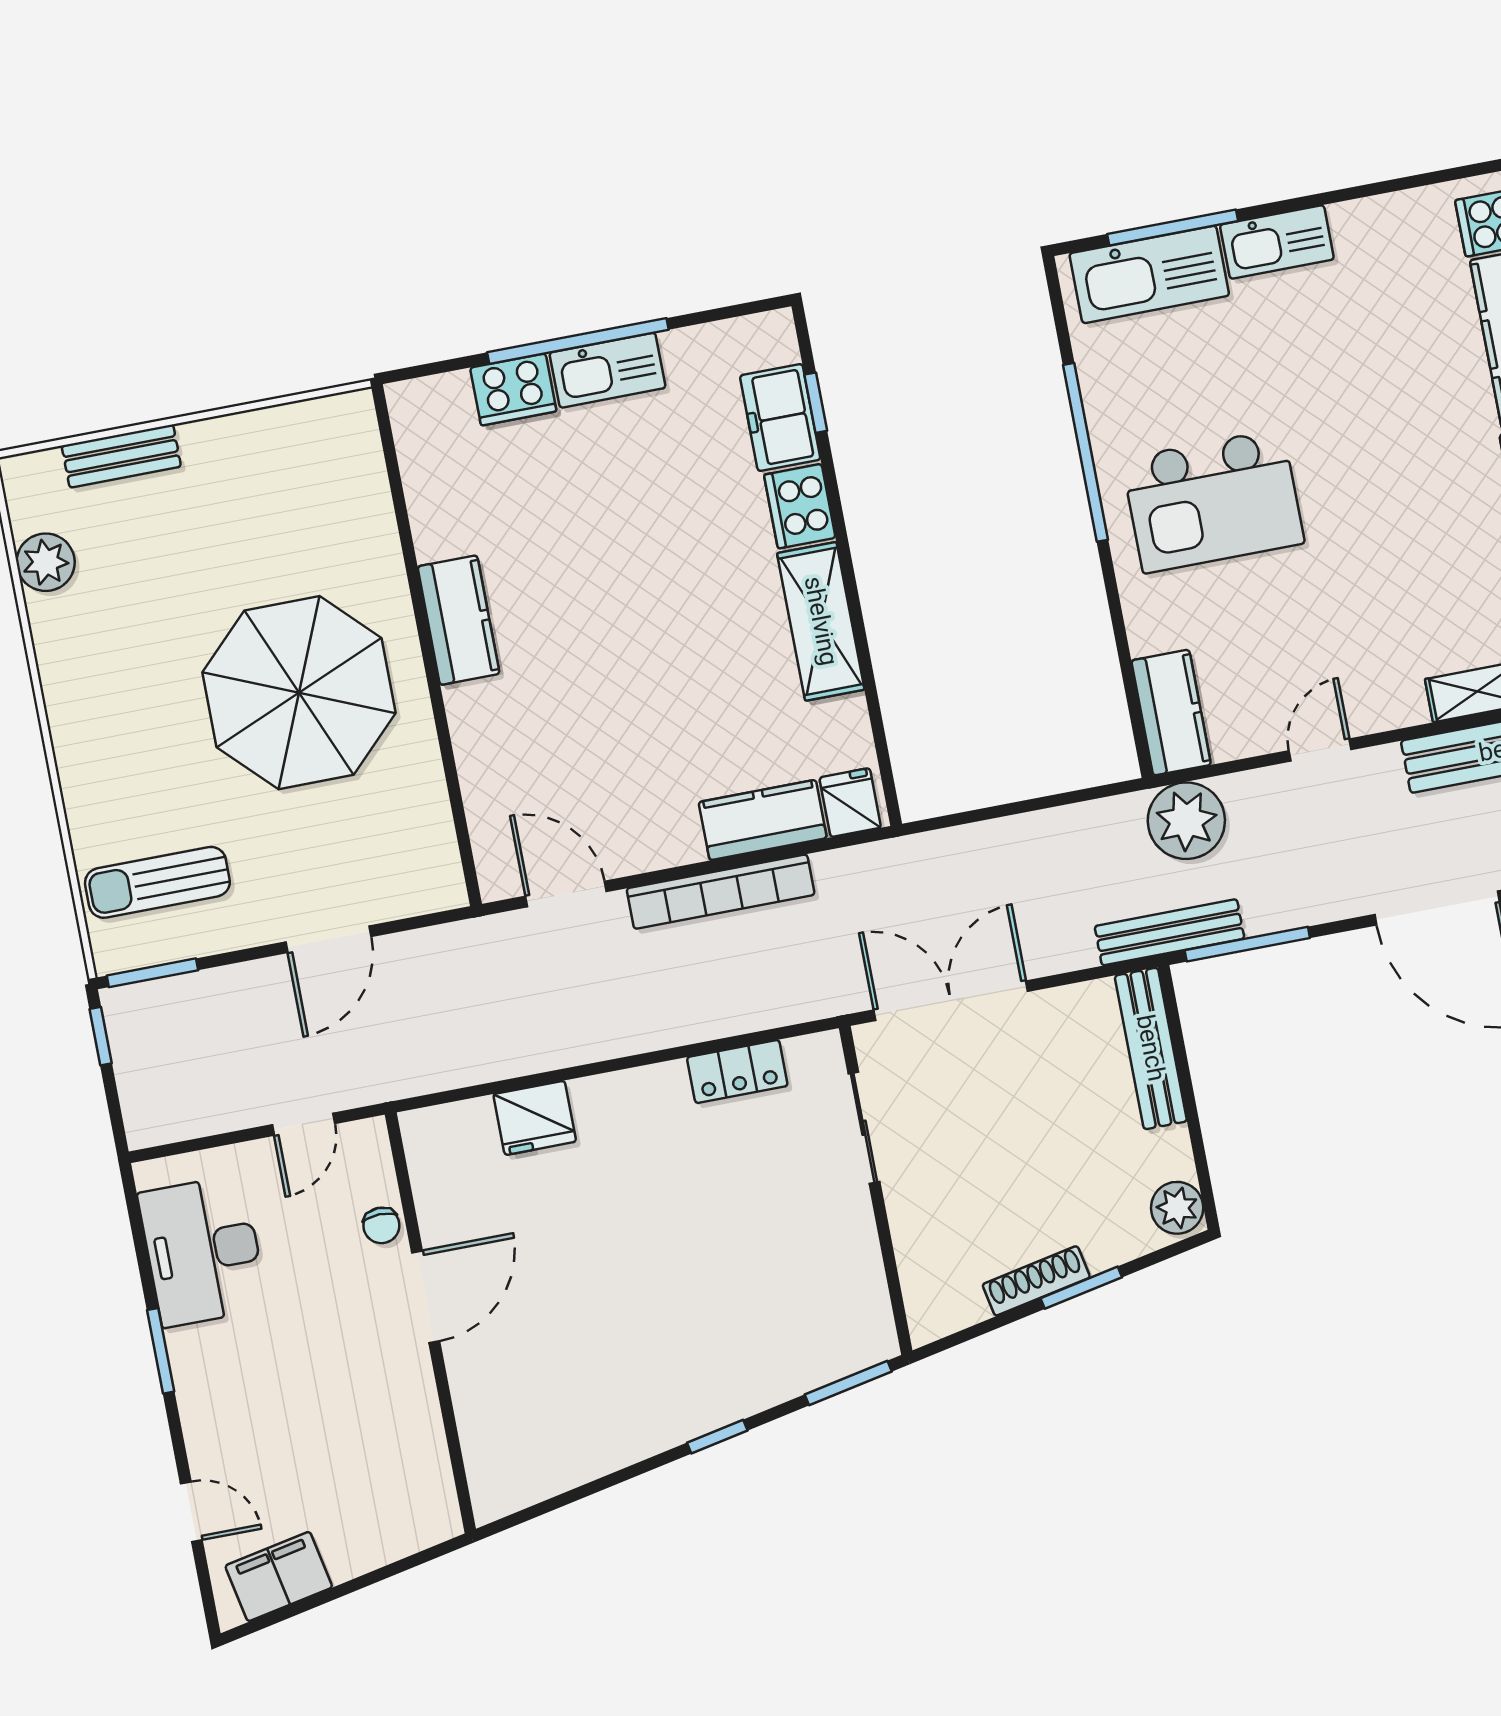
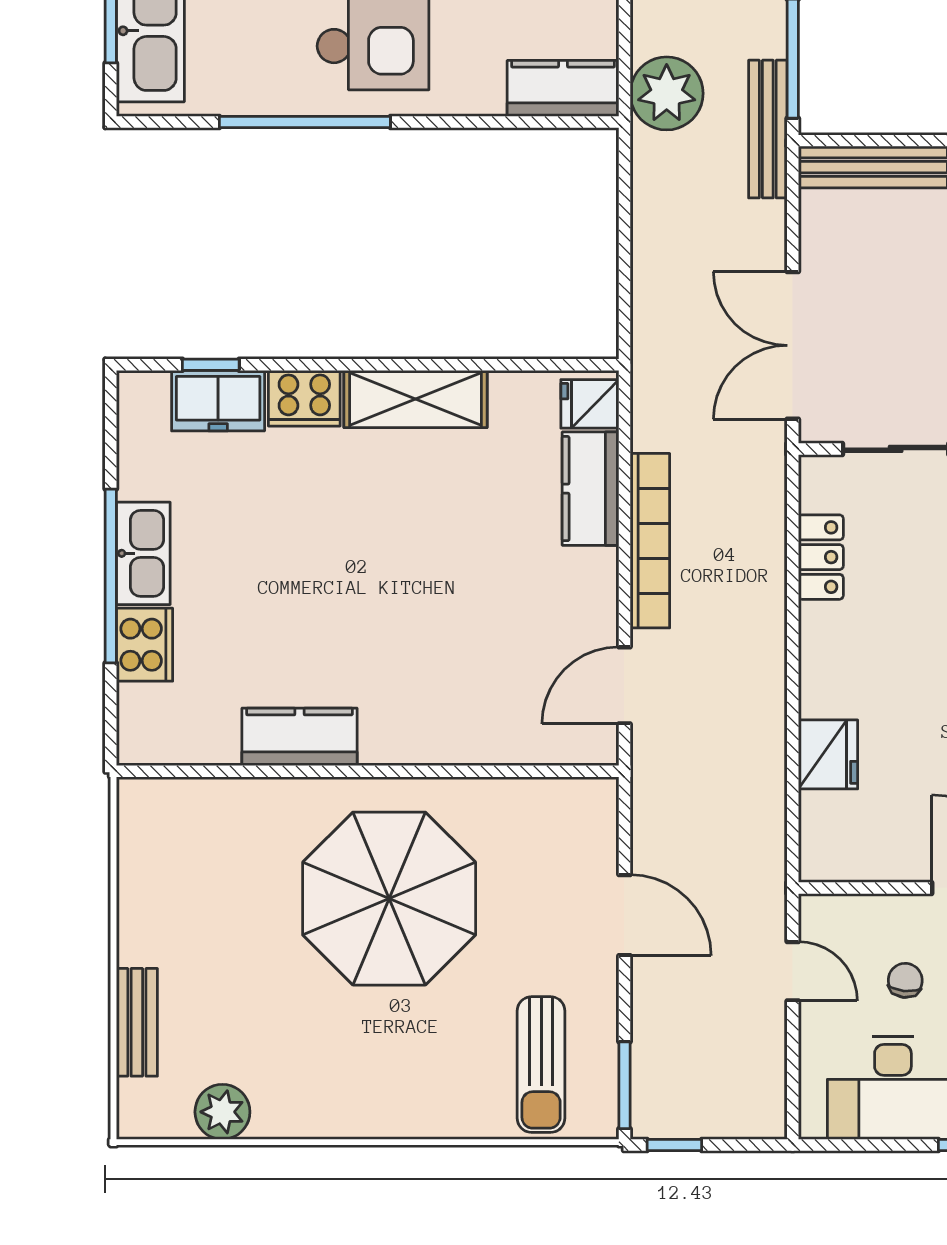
kitchen counter: (459, 620) -> (300, 737), moved
chair: (381, 1225) -> (905, 980), moved, turned -83

